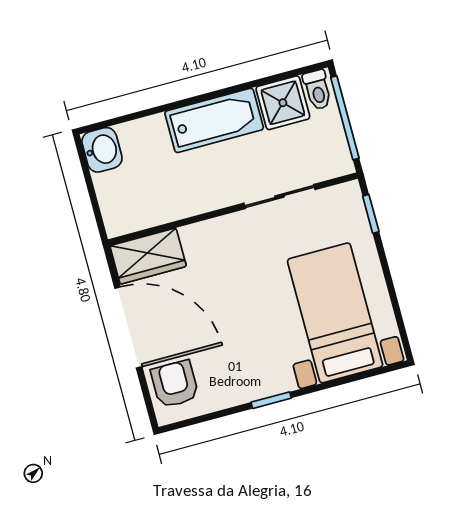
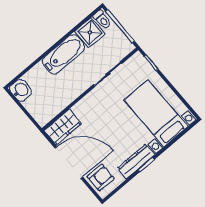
armchair: (175, 384) -> (101, 177), turned 90
dresser: (255, 385) -> (136, 161), added

